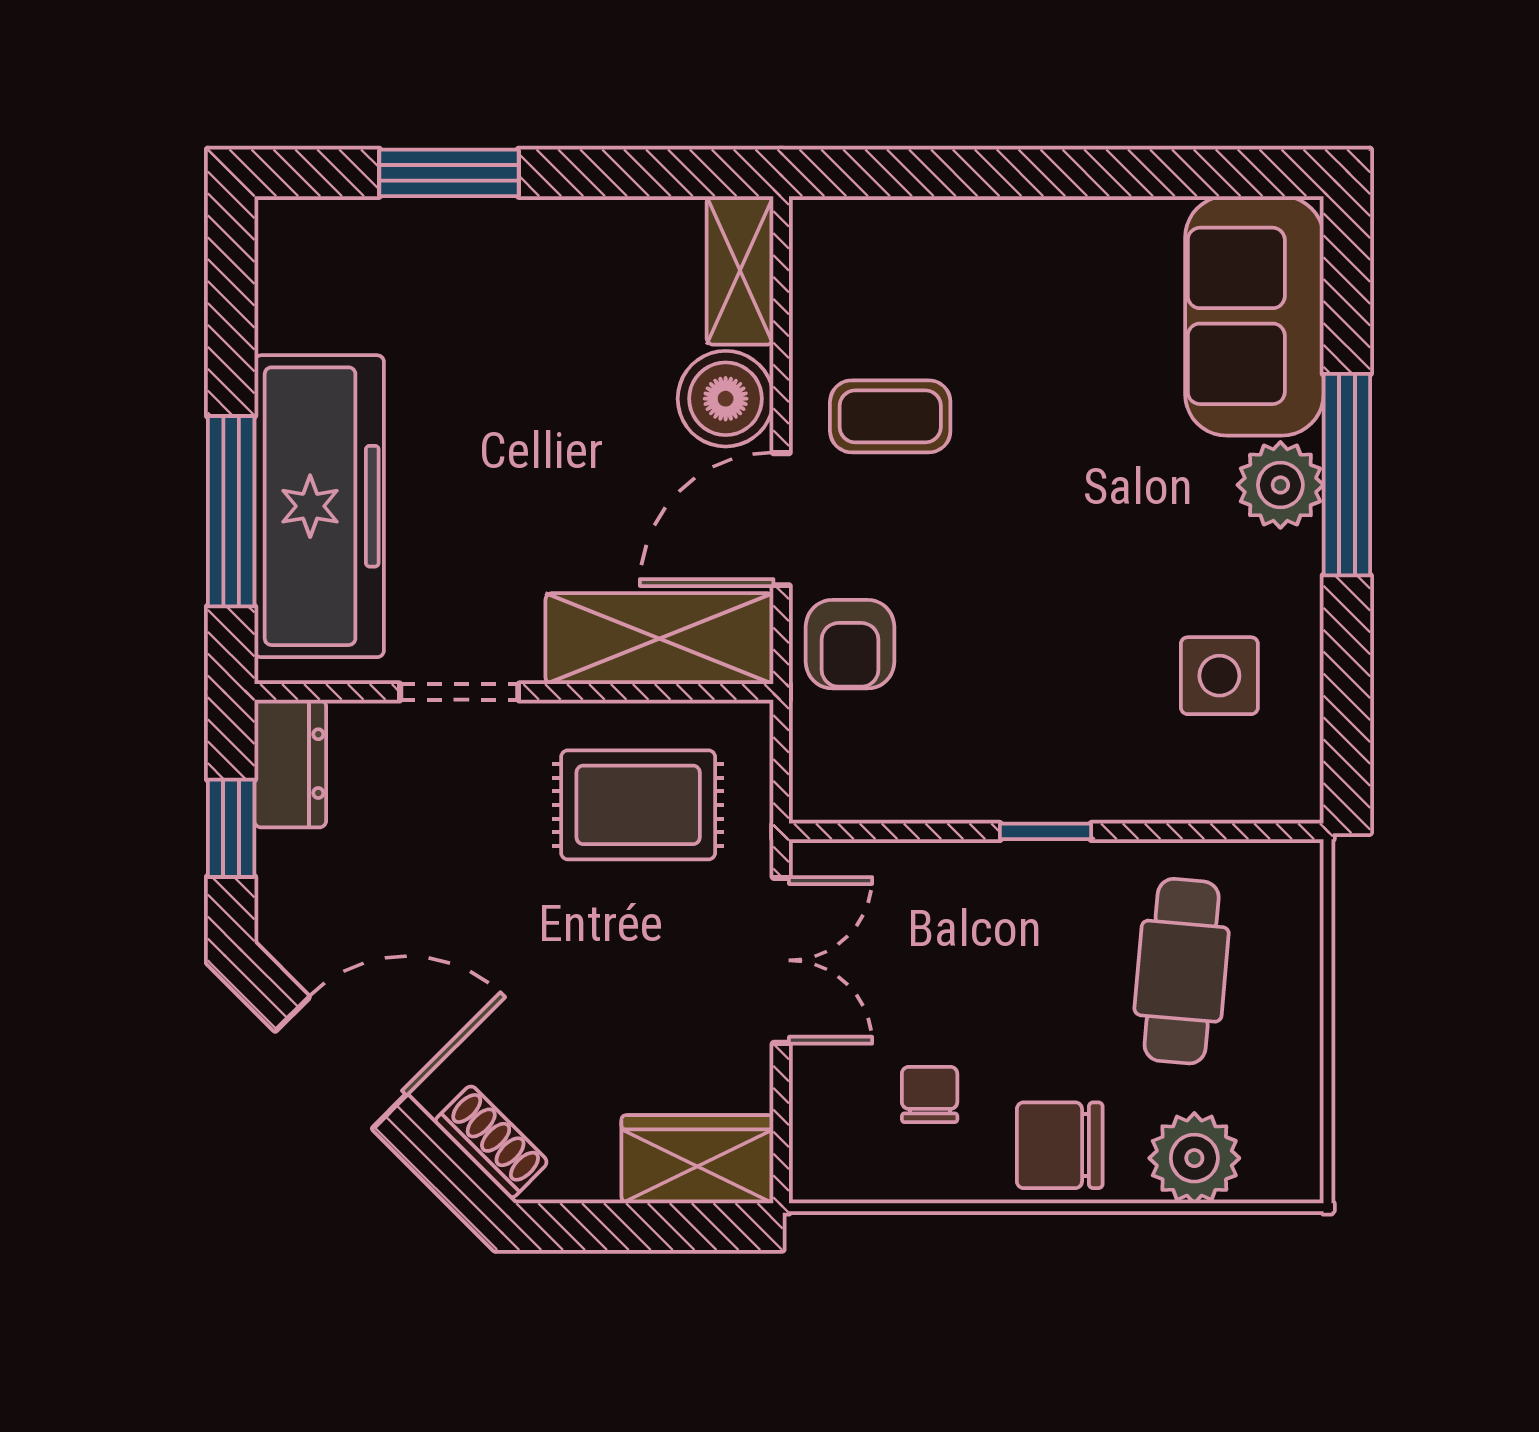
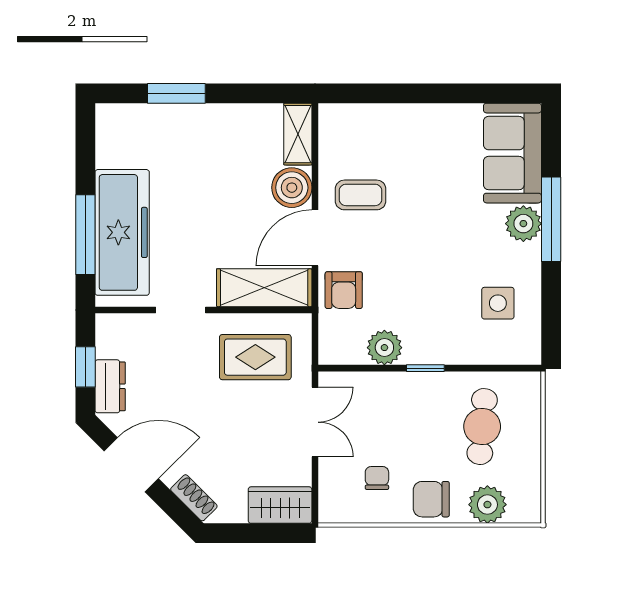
dresser: (290, 764) -> (110, 386), moved
plant: (948, 782) -> (384, 348), added

